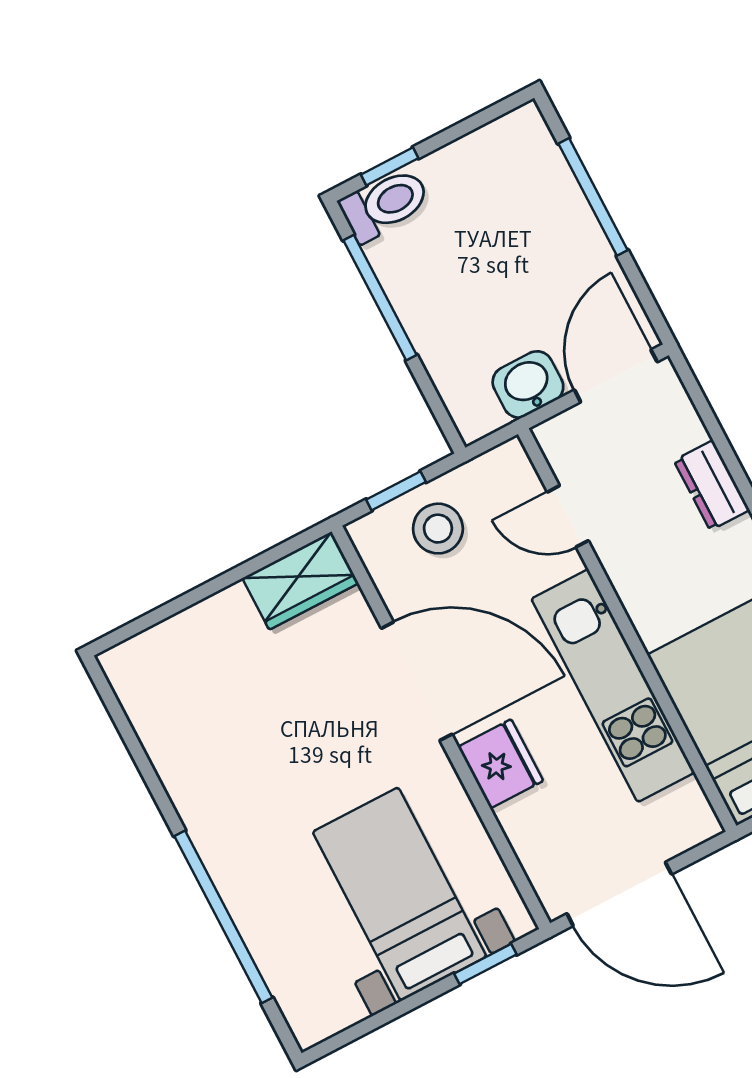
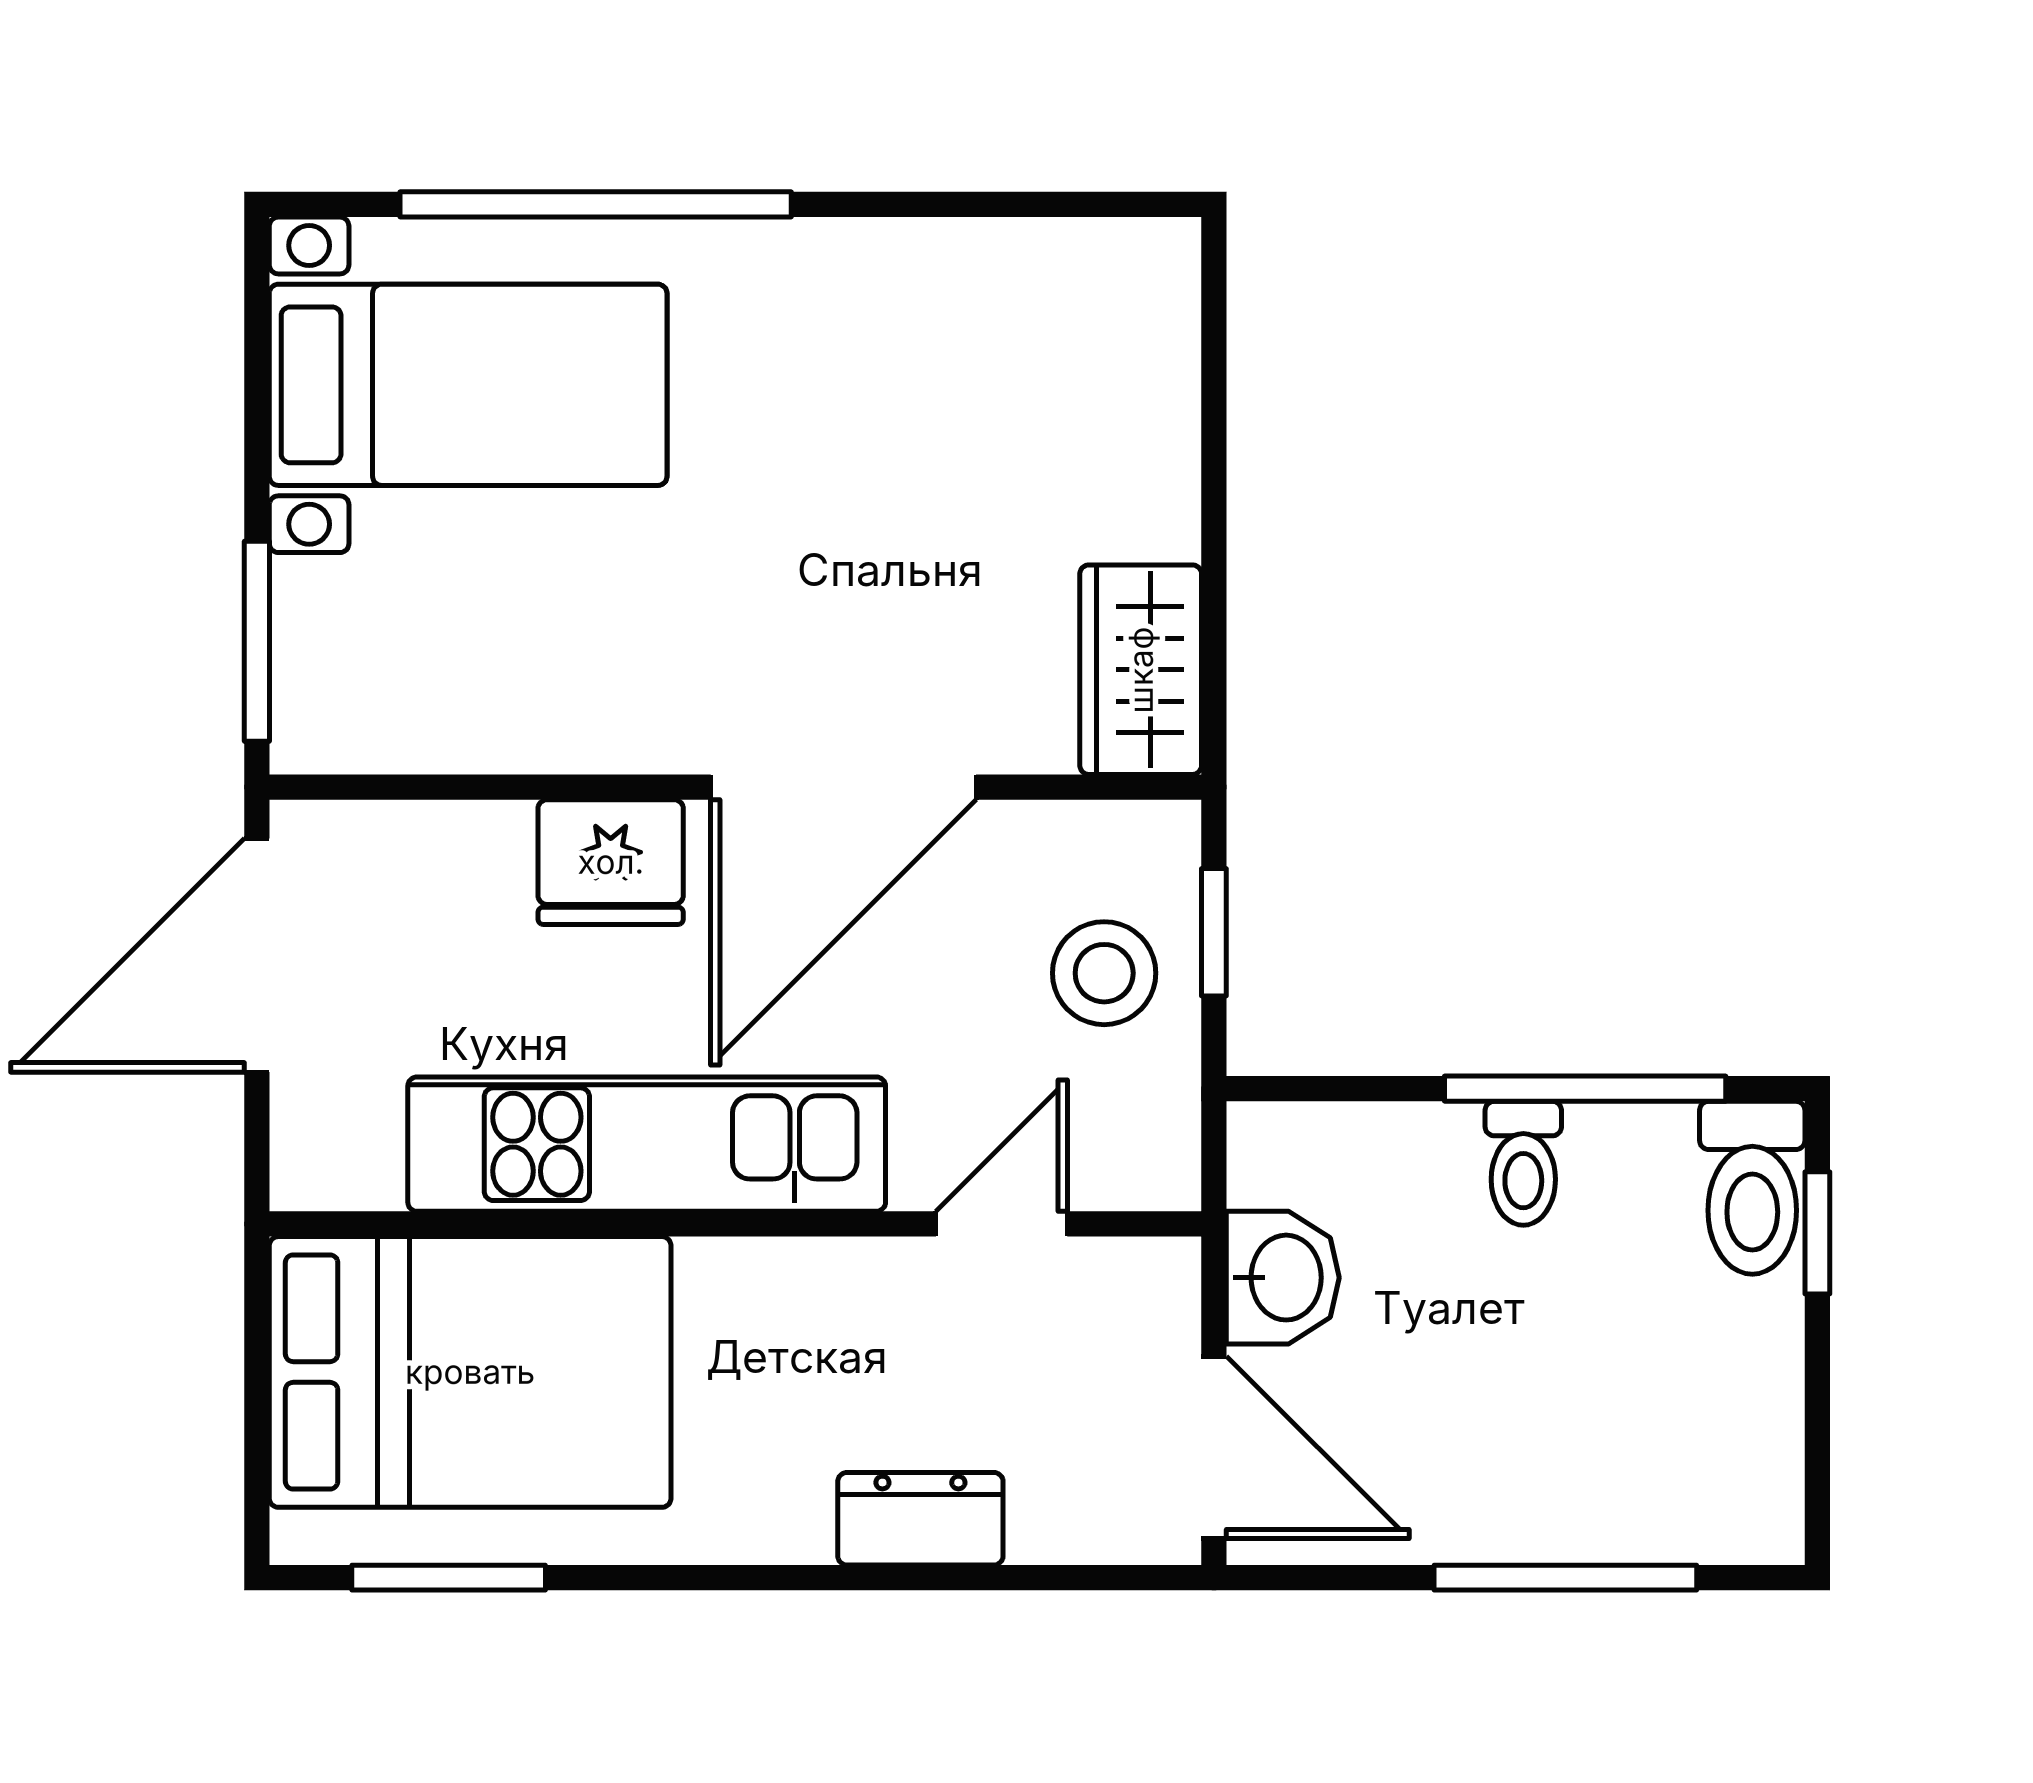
toilet: (426, 307) -> (1523, 1163), added
bed with nightstands: (399, 894) -> (468, 385), moved
window: (485, 964) -> (257, 641), width x1.50

